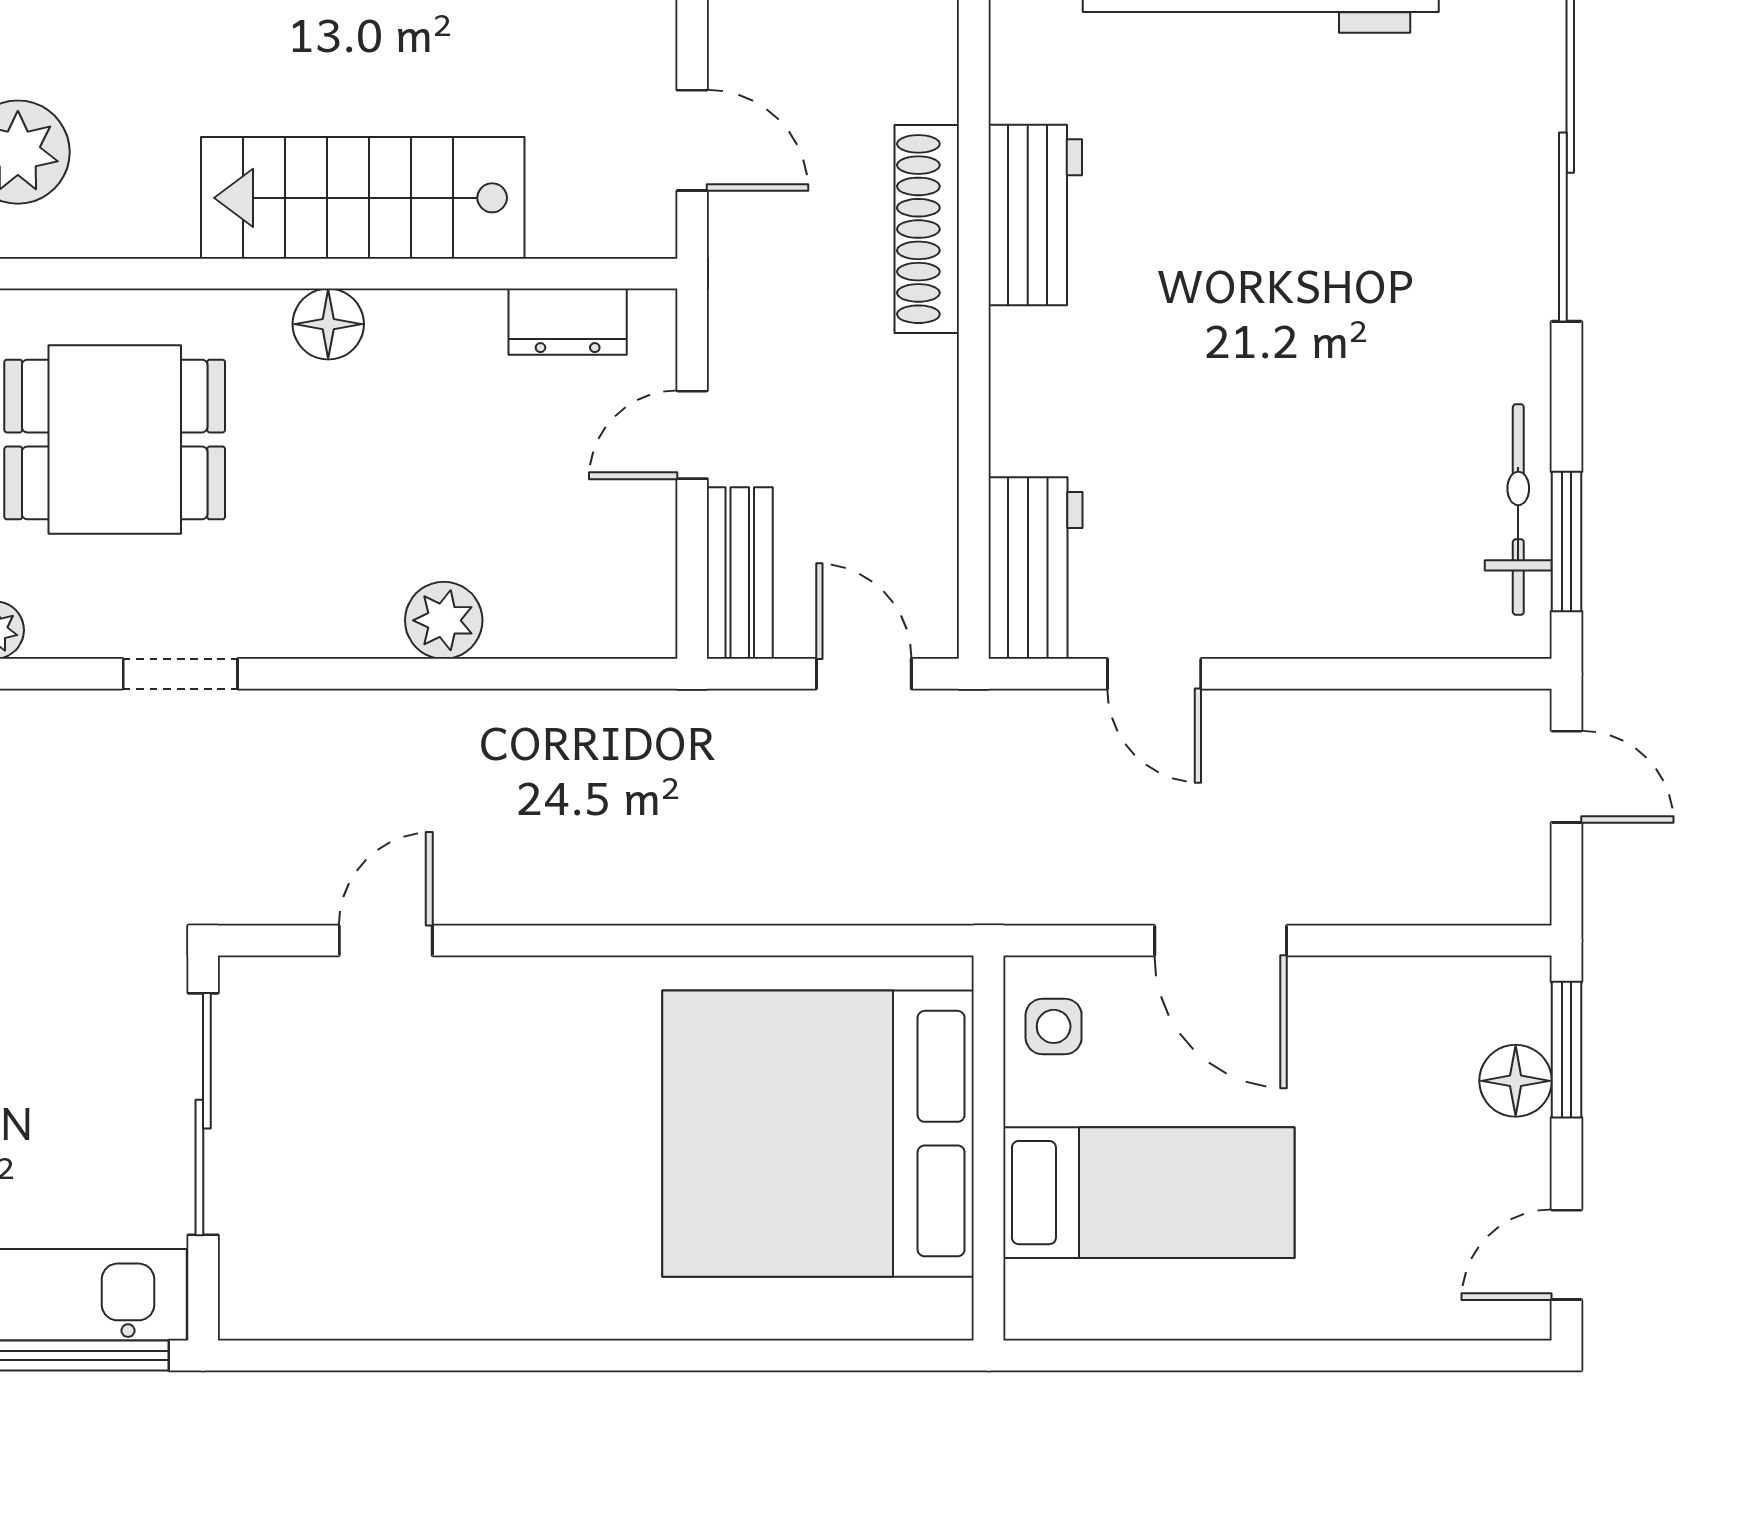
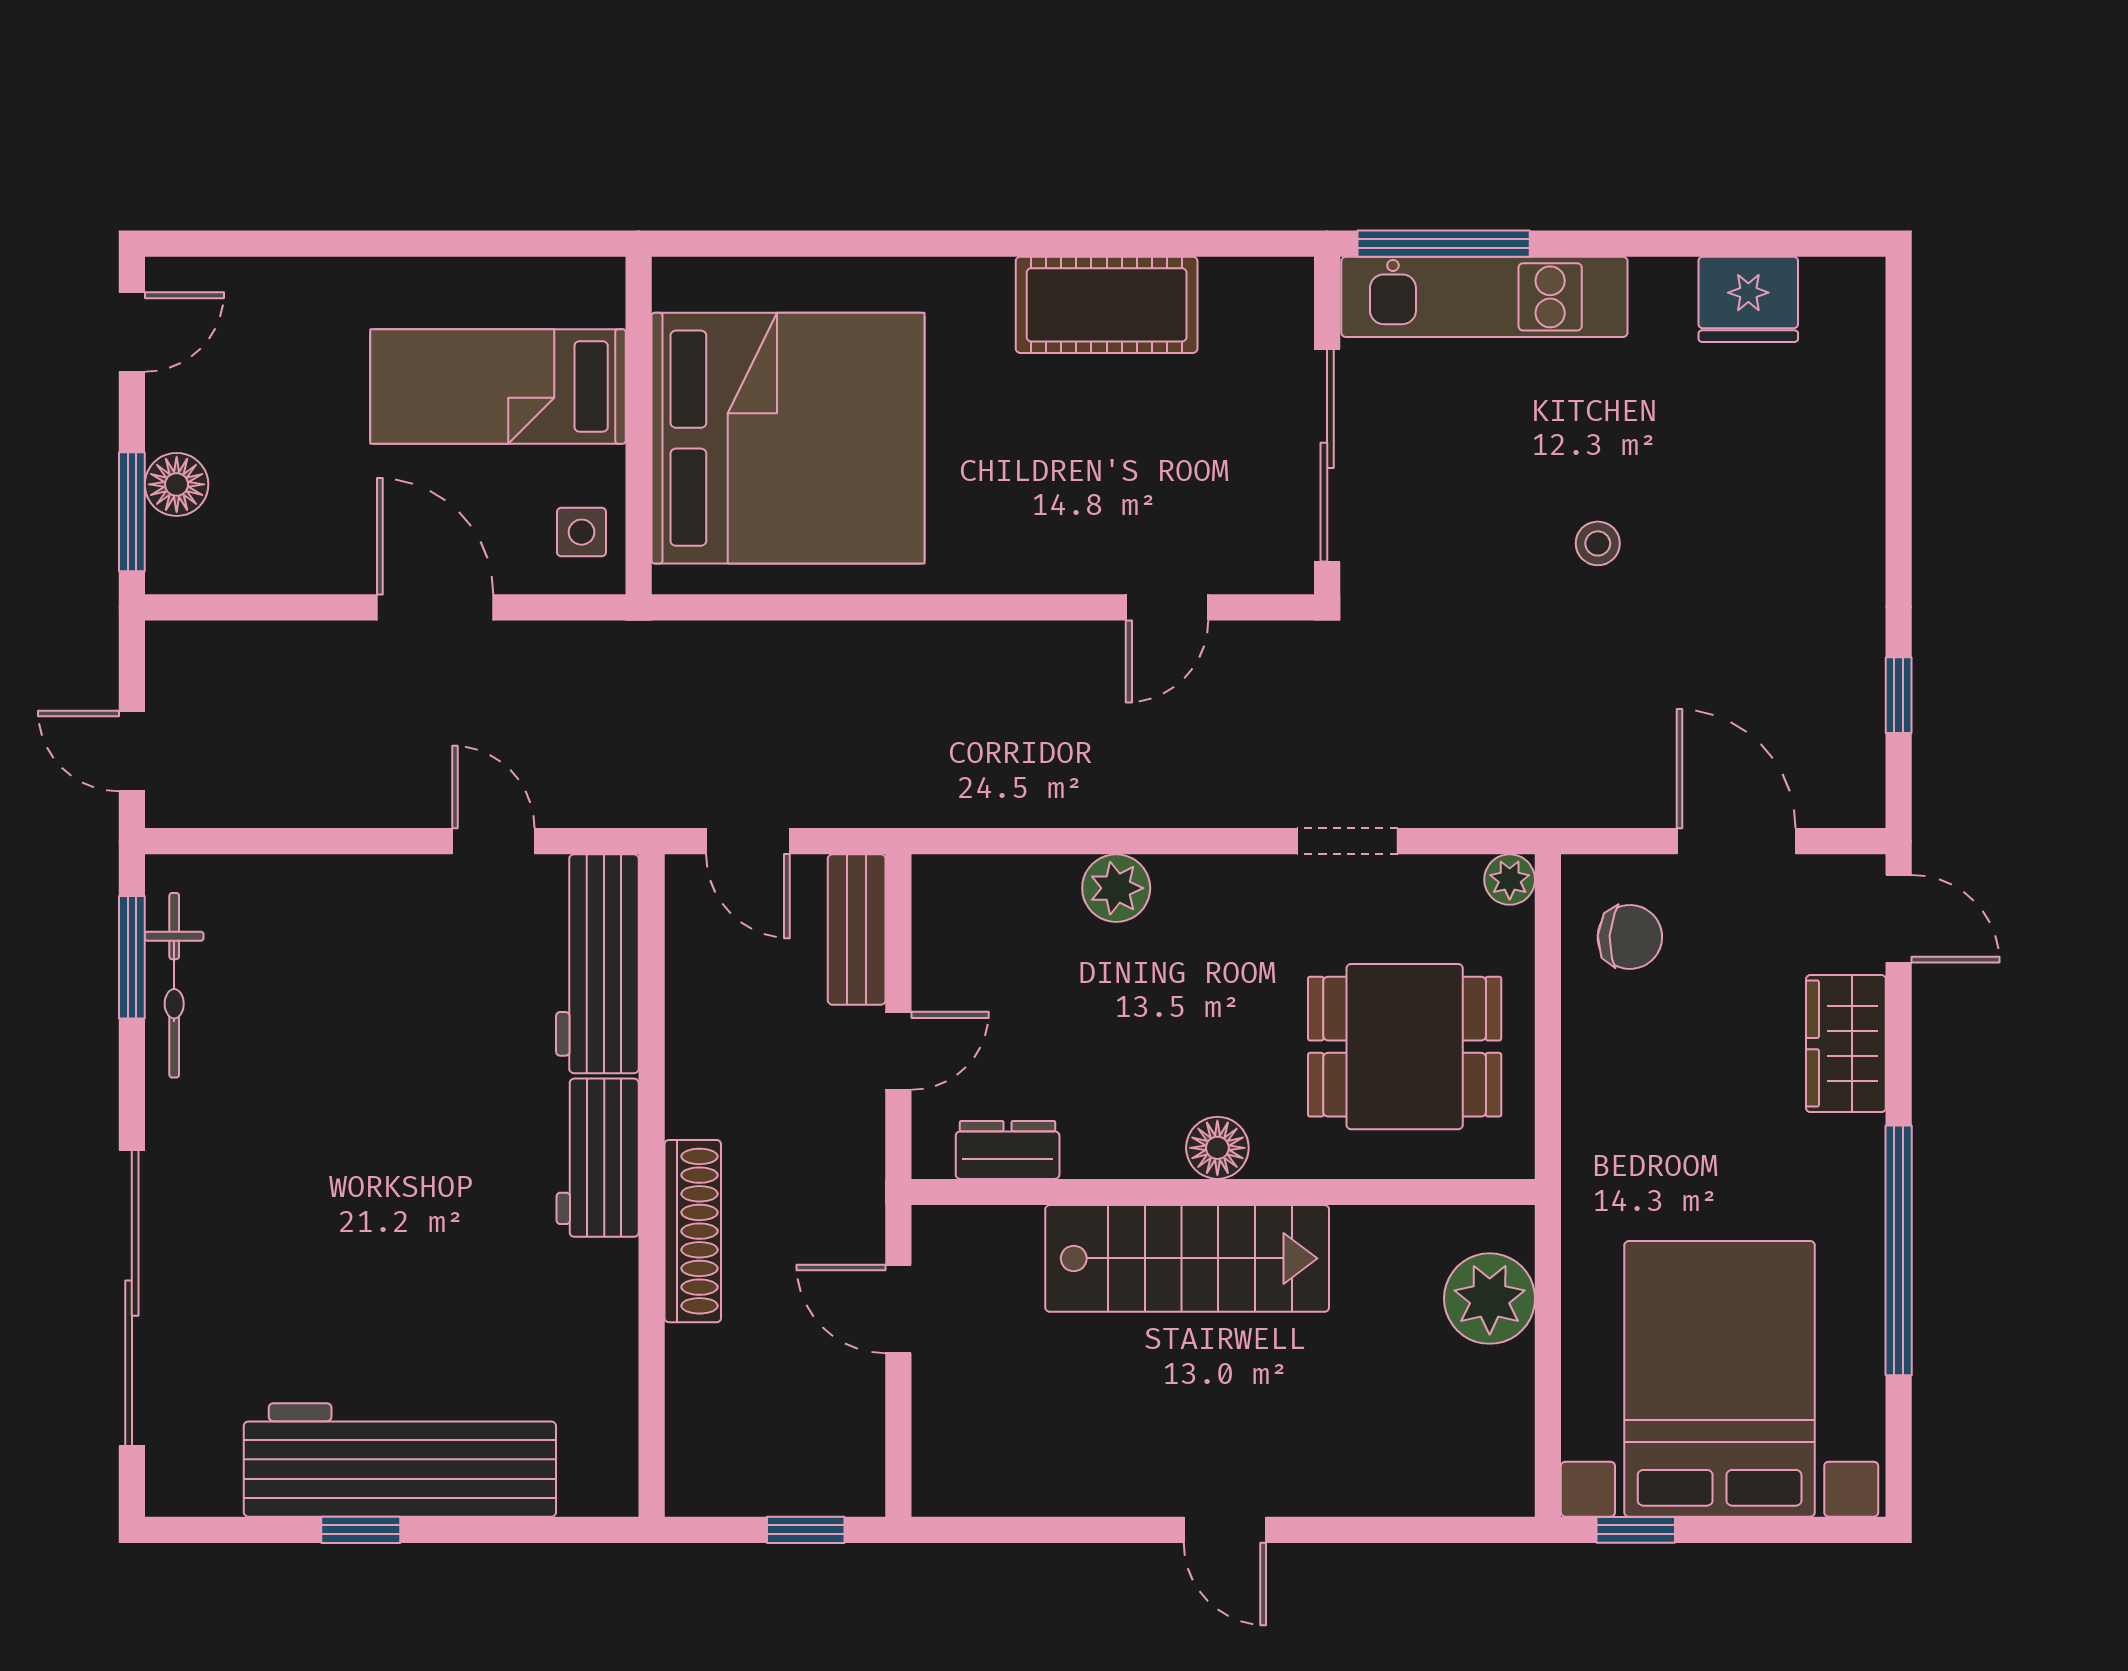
workbench: (1035, 215) -> (598, 1158), moved
workbench: (1036, 568) -> (597, 964), width x1.38
cot: (455, 1286) -> (1107, 305), added

